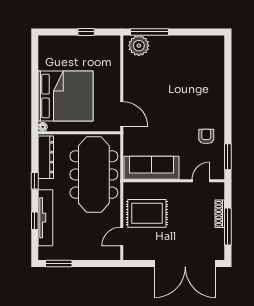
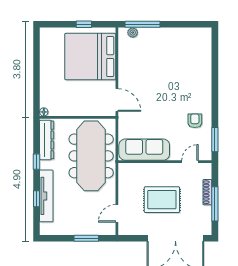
plant: (139, 46) -> (133, 33), width x0.53, depth x0.53
bed: (66, 96) -> (90, 57), moved, turned 180
rug: (147, 213) -> (162, 200), moved
window: (59, 264) -> (86, 238), moved

